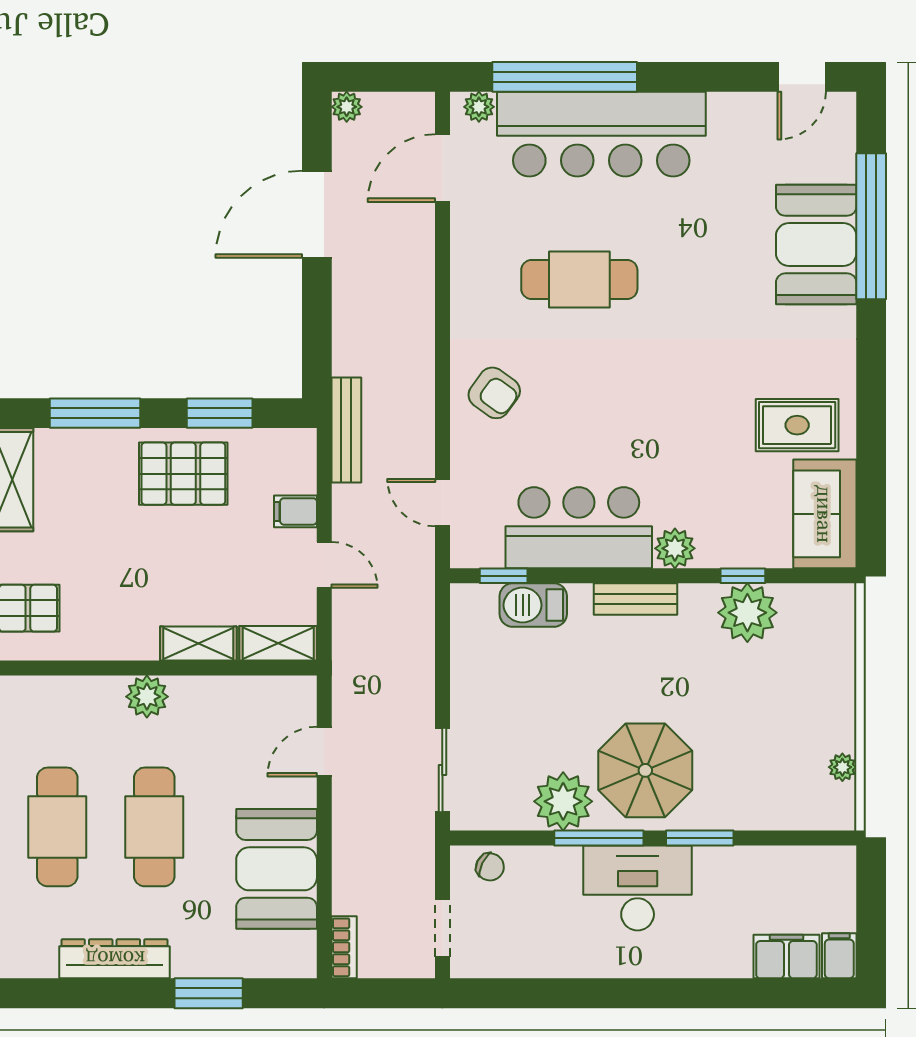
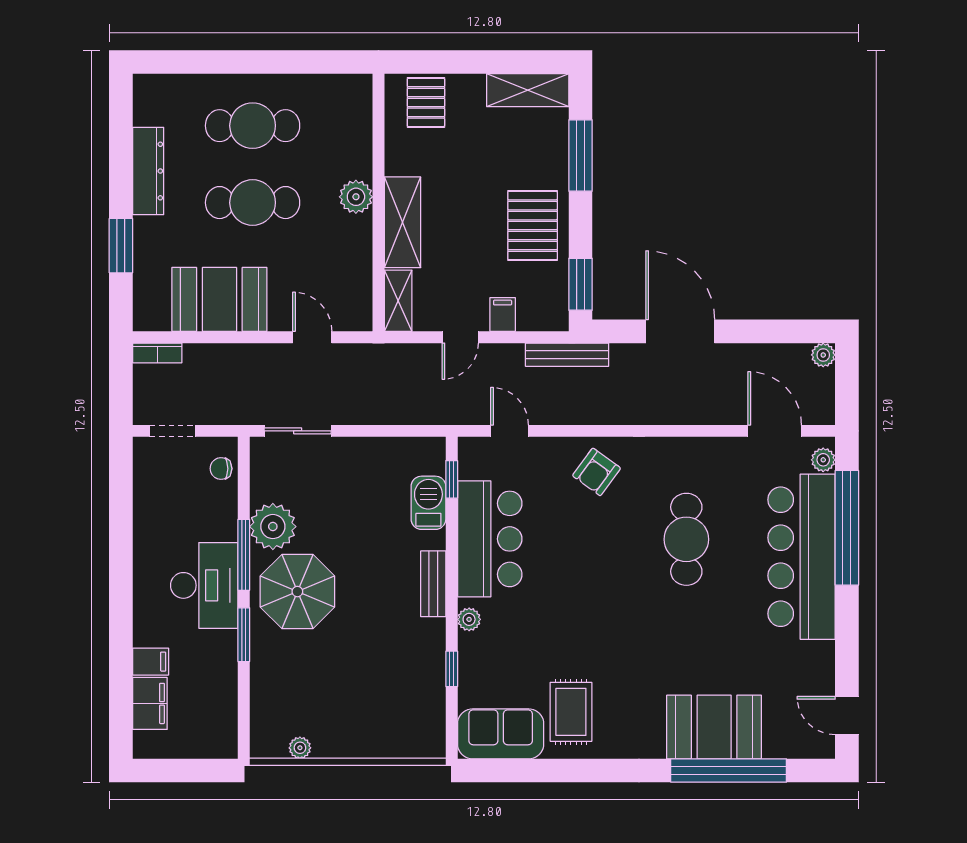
door: (317, 214) -> (680, 331), moved
window: (220, 413) -> (580, 284), moved
door: (442, 503) -> (510, 431), hinge flipped
plant: (675, 548) -> (469, 619), width x0.73, depth x0.73
plant: (747, 613) -> (422, 672), removed
shelving: (198, 644) -> (402, 222), width x1.50, depth x1.33
chair: (490, 867) -> (221, 469), turned 64
filing cabinet: (839, 956) -> (151, 662), moved

